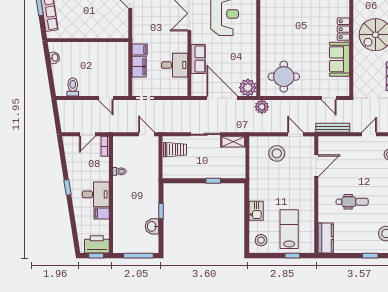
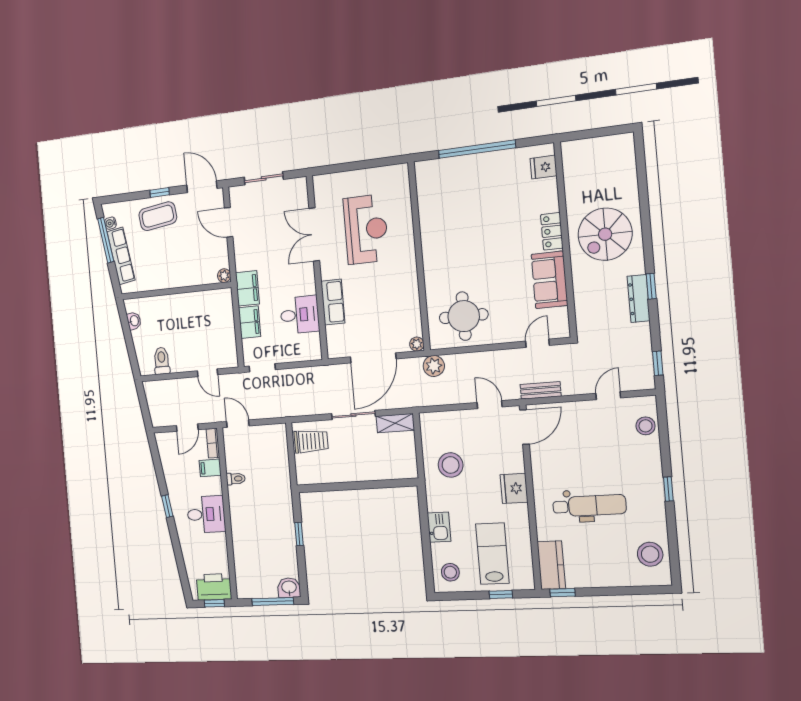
plant: (124, 34) -> (224, 276), added
filing cabinet: (140, 50) -> (247, 288), width x2.00
plant: (248, 88) -> (417, 344), width x0.53, depth x0.53
door: (222, 98) -> (373, 358), swing flipped
door: (329, 98) -> (537, 343), swing flipped
bench: (333, 128) -> (541, 390), width x0.73
door: (147, 134) -> (238, 424), moved
stool: (277, 153) -> (451, 465), moved
door: (316, 166) -> (524, 427), moved
window: (213, 181) -> (371, 485), removed
fridge: (306, 188) -> (514, 488), added
dental chair: (352, 202) -> (589, 506), width x1.36, depth x1.38
filing cabinet: (102, 213) -> (210, 468), moved
washbasin: (152, 226) -> (289, 588), moved, turned 90
window: (370, 256) -> (563, 593), moved

